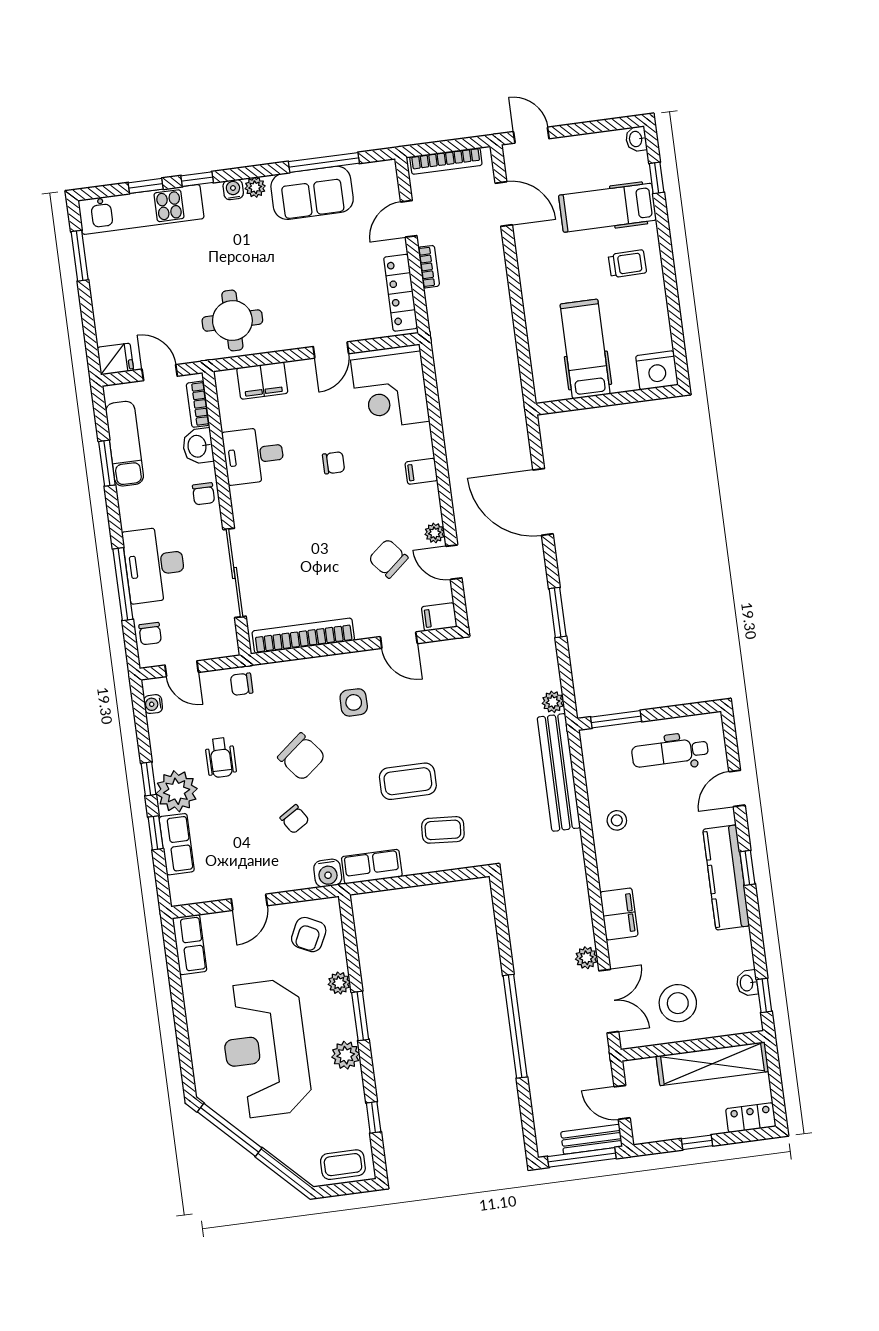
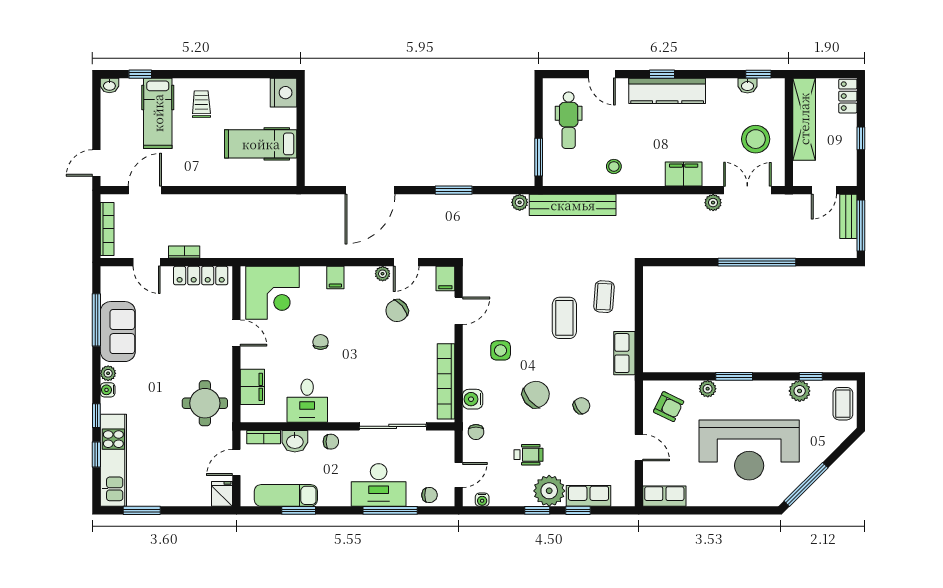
water cooler: (328, 873) -> (473, 399), moved, turned 180
plant: (346, 1055) -> (800, 391), moved

